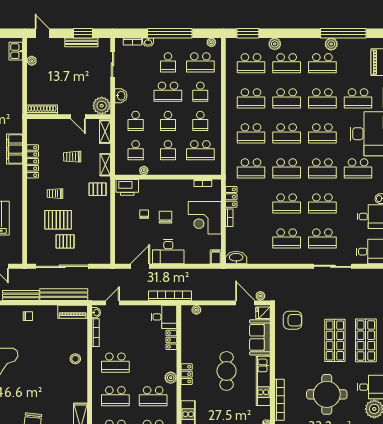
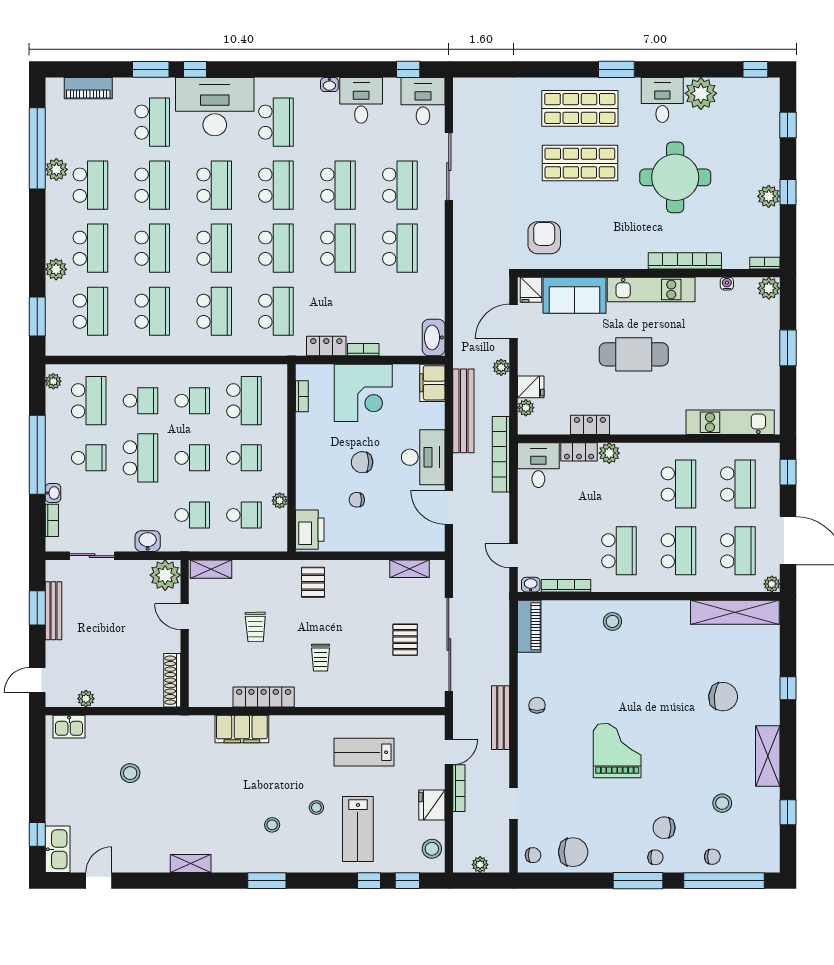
door: (78, 117) -> (185, 617), swing flipped
shelving: (105, 165) -> (409, 569), moved
pallet: (58, 220) -> (367, 652), removed
filing cabinet: (216, 257) -> (432, 383), width x2.00
bench: (64, 295) -> (463, 411), moved
plant: (260, 296) -> (501, 367), moved
fridge: (208, 313) -> (531, 387), added
locker: (187, 374) -> (590, 425), moved
plant: (171, 378) -> (609, 453), moved

